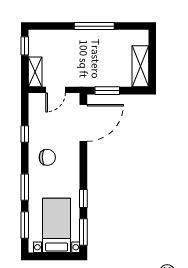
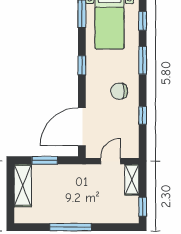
window: (107, 91) -> (45, 160), moved
window: (83, 198) -> (82, 65), moved
window: (25, 225) -> (143, 21), width x0.67

